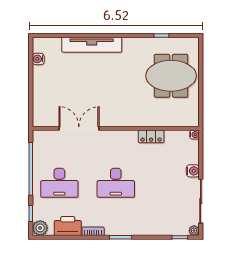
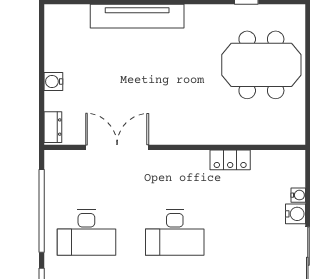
water cooler: (38, 59) -> (53, 81), moved
dresser: (38, 115) -> (53, 127), added
water cooler: (195, 135) -> (298, 195), moved

